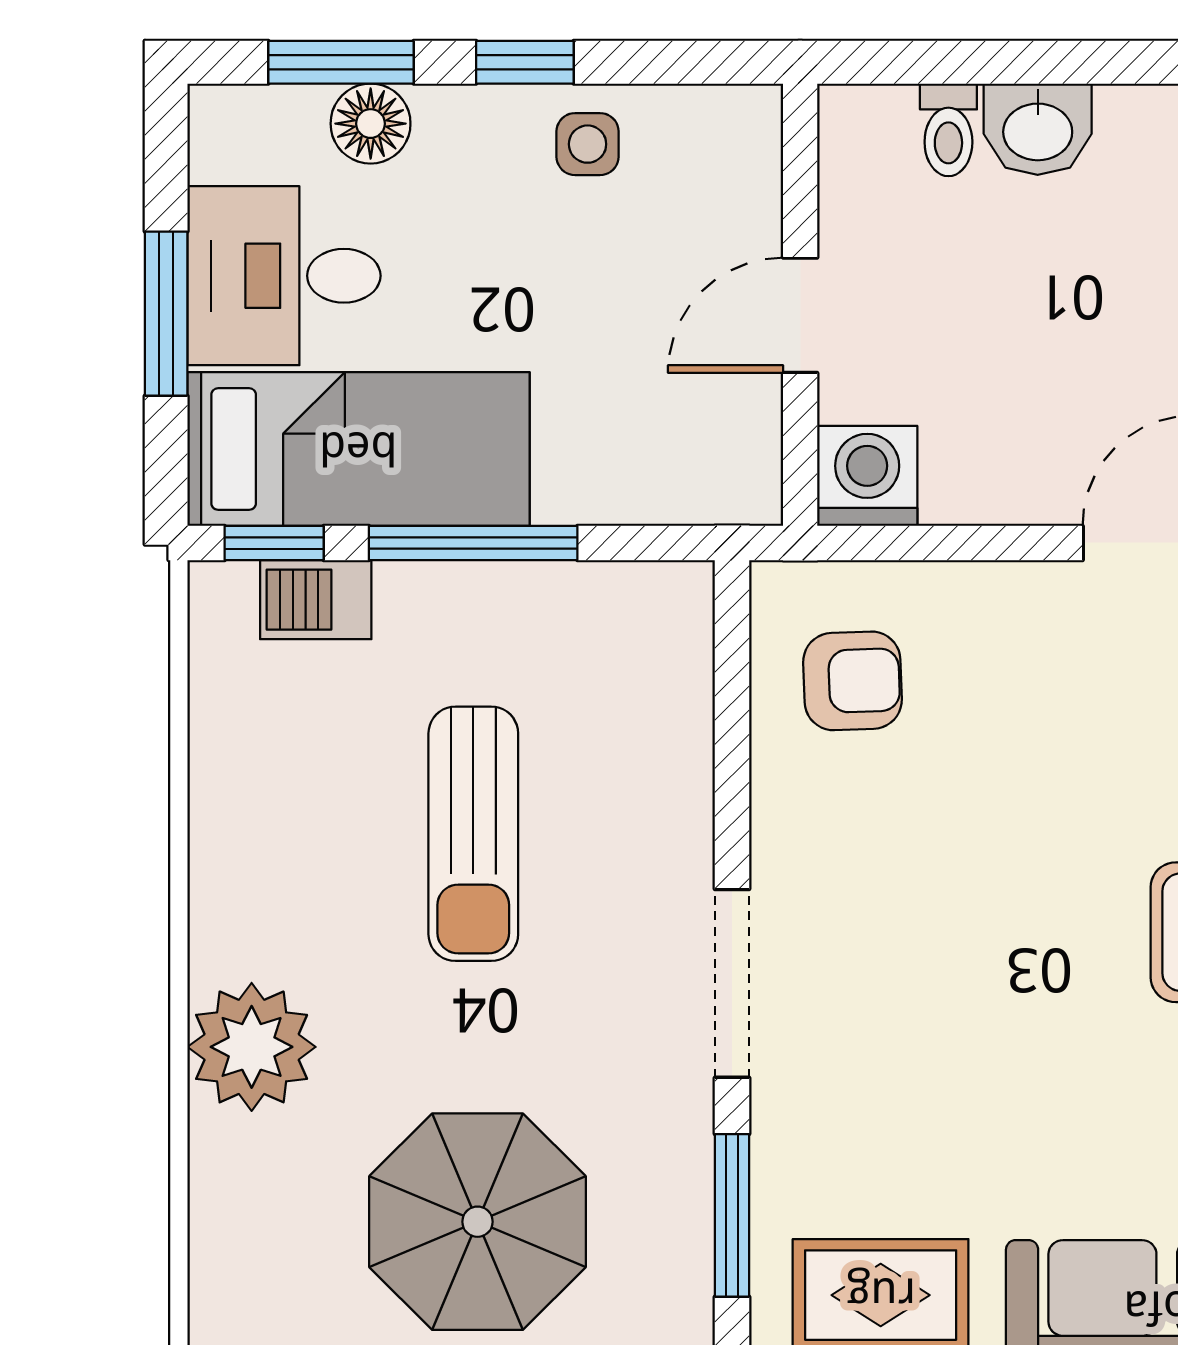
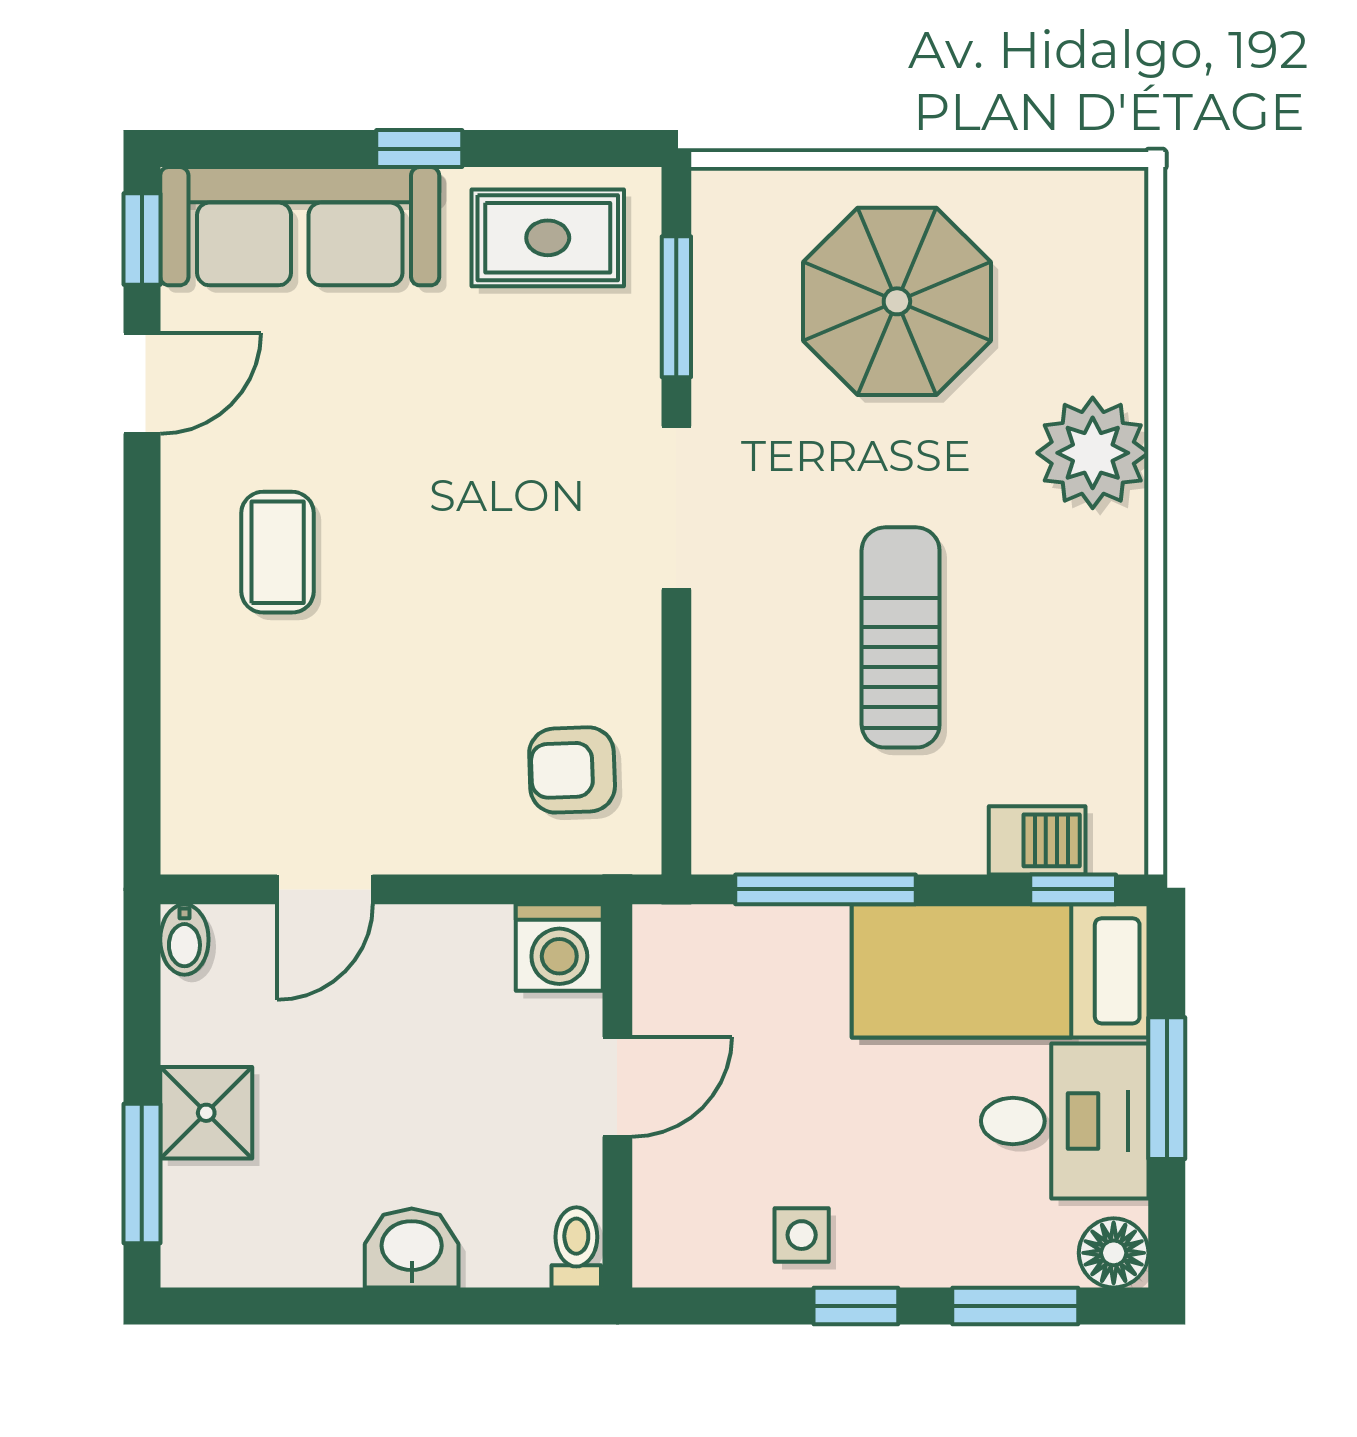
floor lamp: (371, 124) -> (1114, 1253), moved
toilet: (948, 130) -> (576, 1247), moved
window: (473, 543) -> (826, 889), moved

